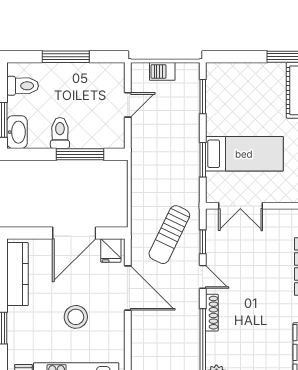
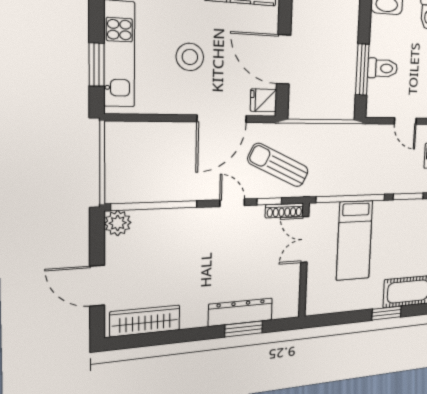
toilet: (60, 133) -> (383, 68), moved
window: (203, 160) -> (351, 198), width x2.11
door: (203, 277) -> (232, 203), swing flipped
shoe rack: (212, 313) -> (284, 211), moved

